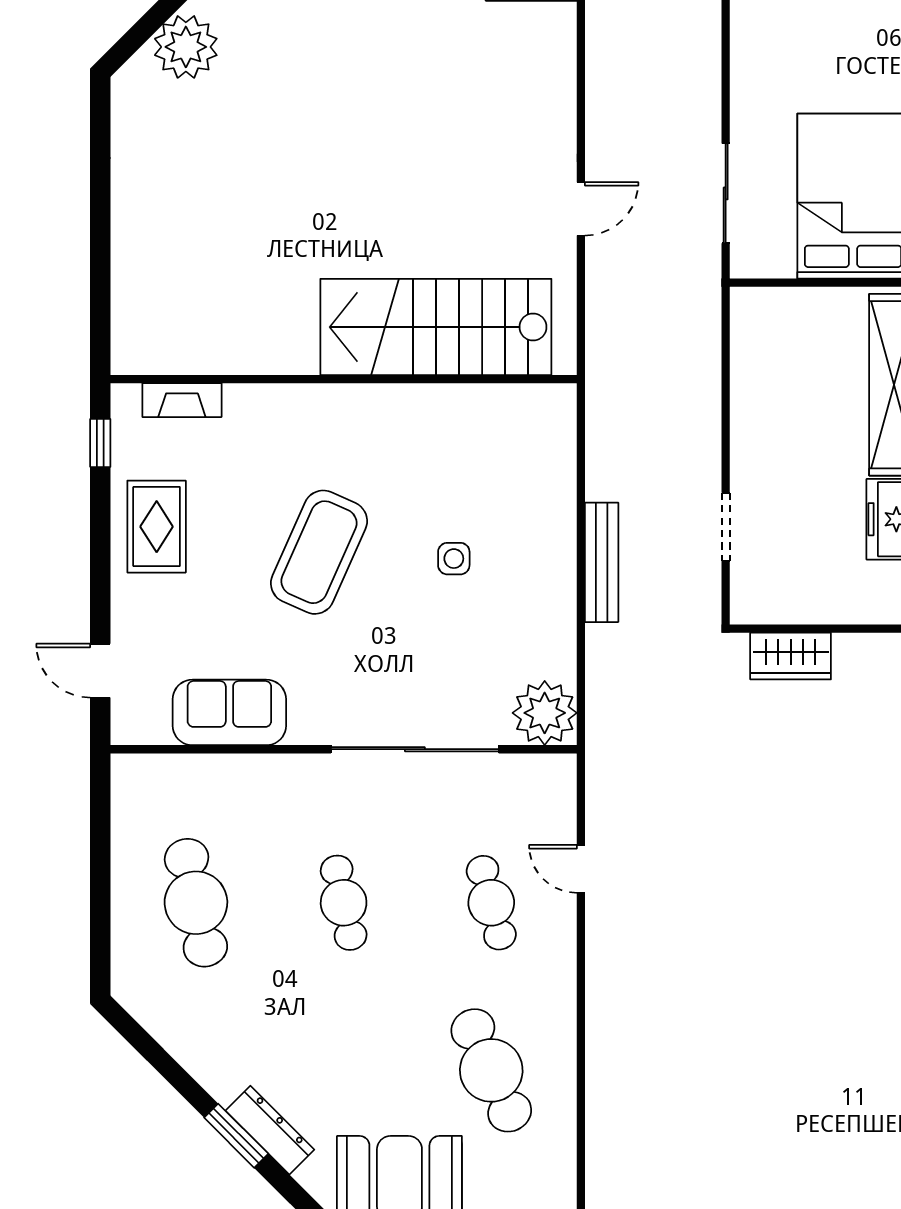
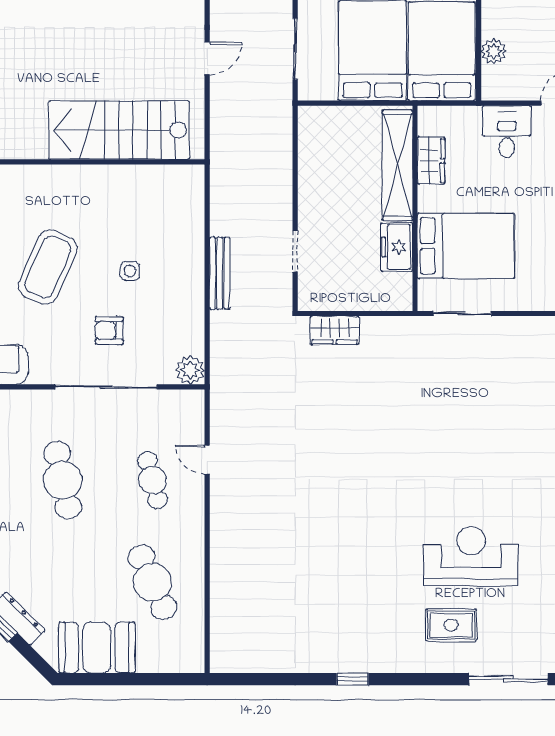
armchair: (420, 657) -> (109, 331), added
plant: (545, 713) -> (190, 370), width x0.73, depth x0.73
cafe table: (344, 903) -> (63, 480), width x1.37, depth x1.35

